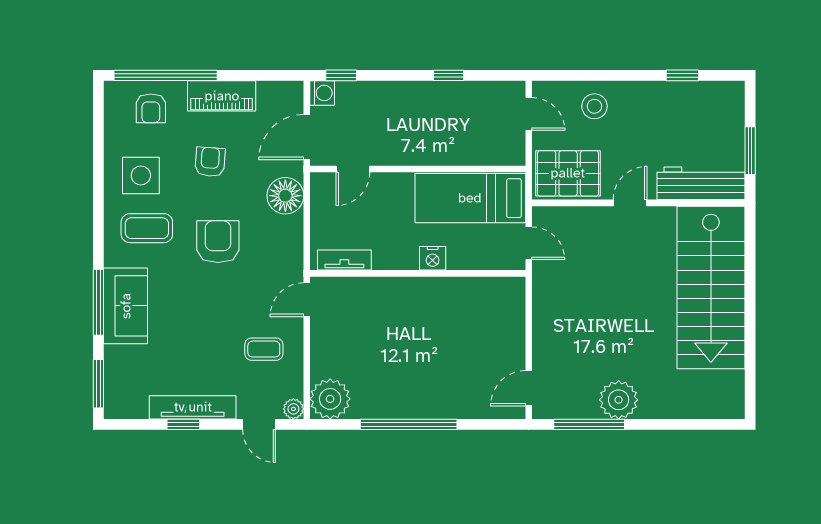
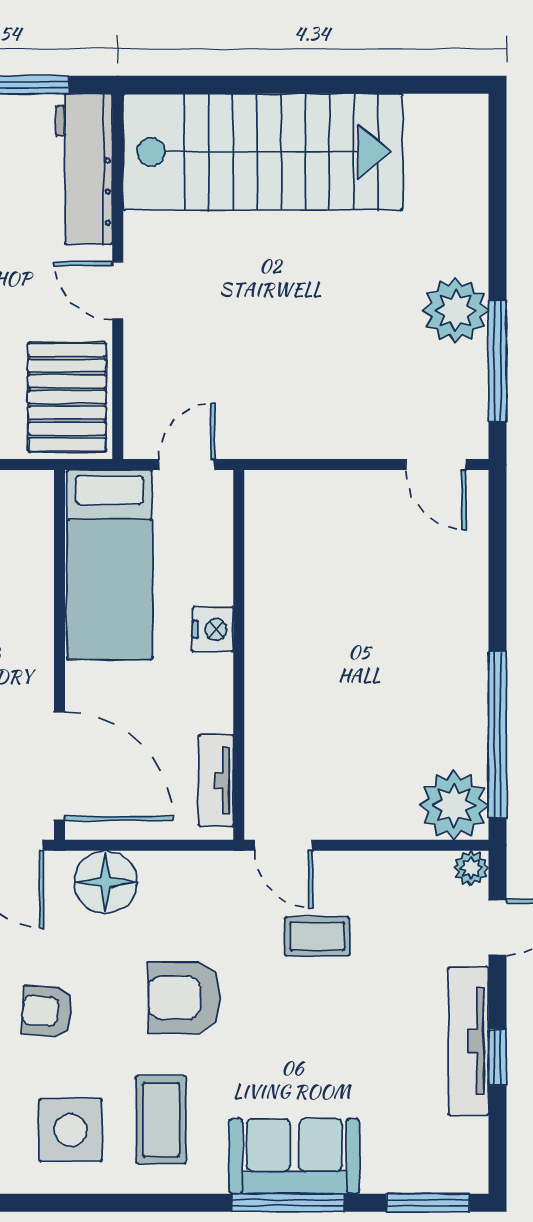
door: (353, 169) -> (59, 766), width x1.88
coffee table: (264, 349) -> (317, 936), moved, turned 90
window: (409, 424) -> (498, 735), moved

